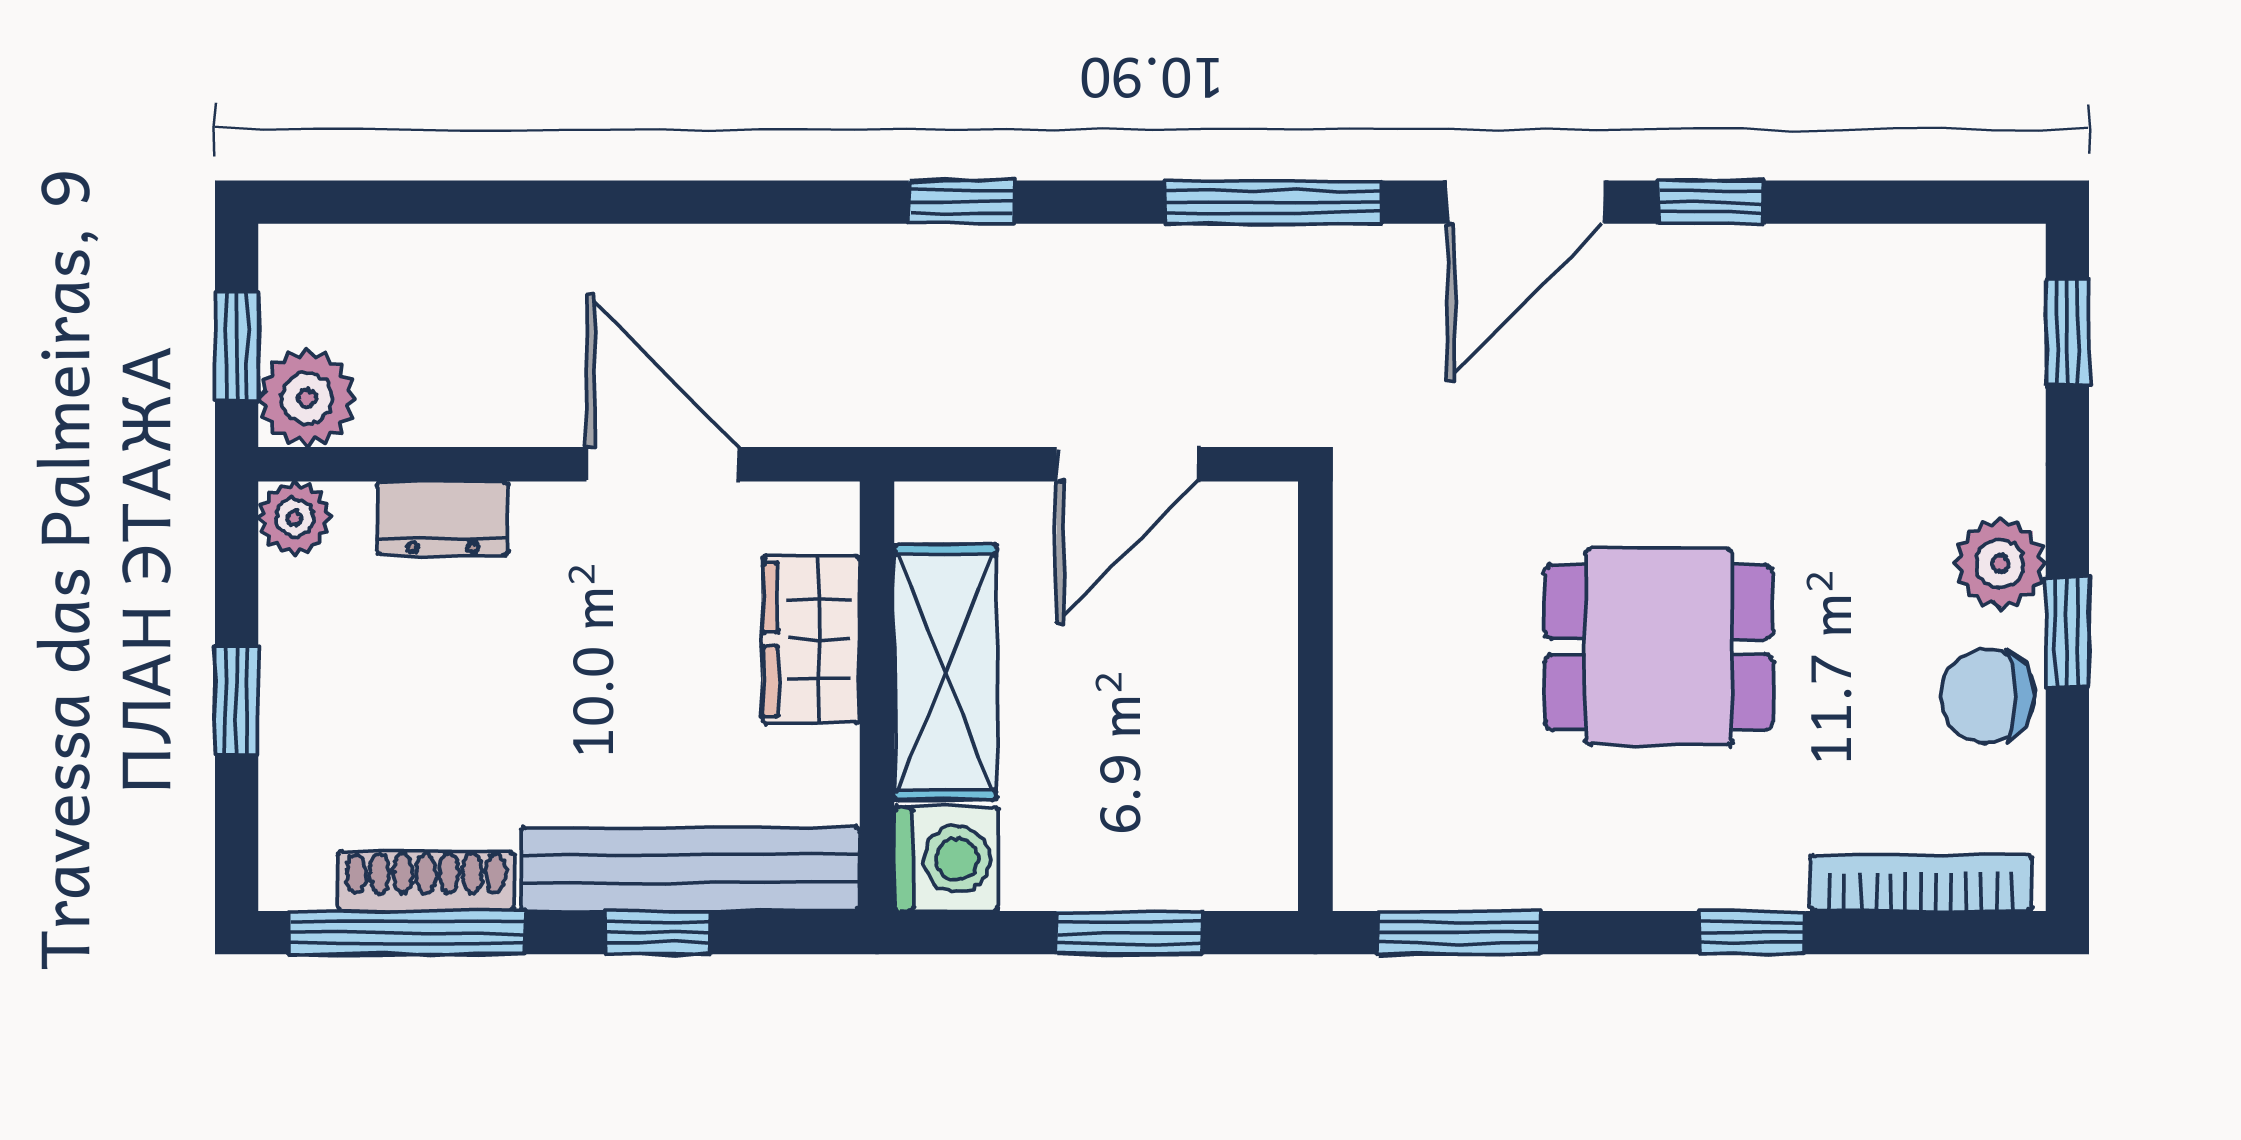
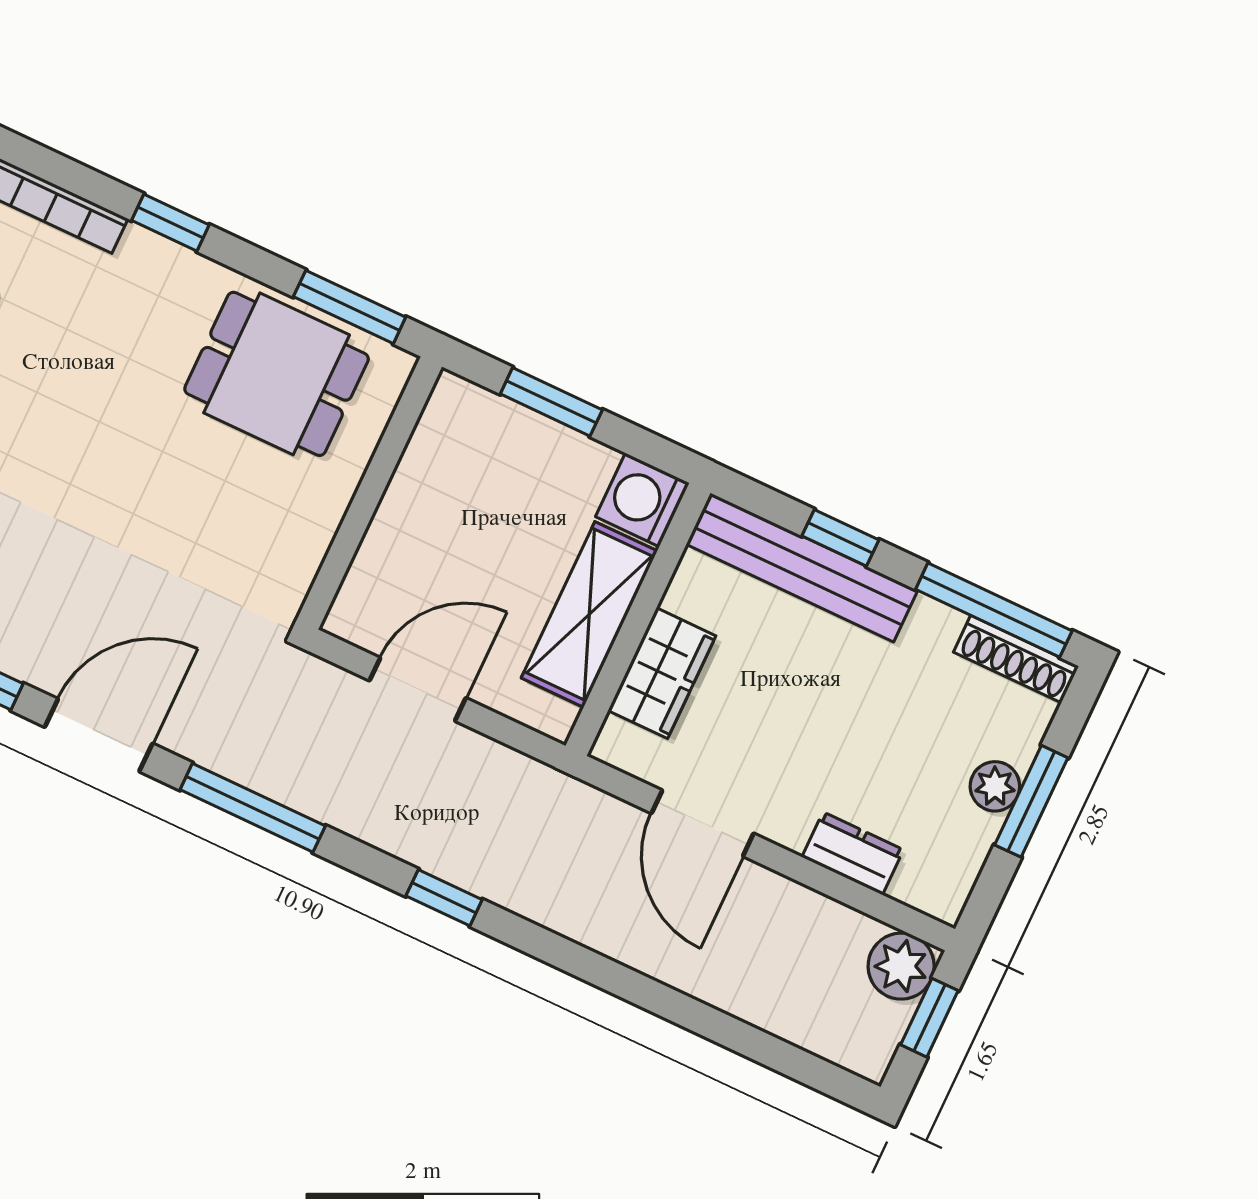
plant: (295, 518) -> (995, 786), moved
dining table: (1659, 647) -> (277, 374), moved
window: (237, 701) -> (1031, 801), width x1.50
shoe rack: (426, 881) -> (1016, 659), moved

